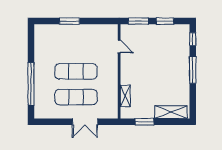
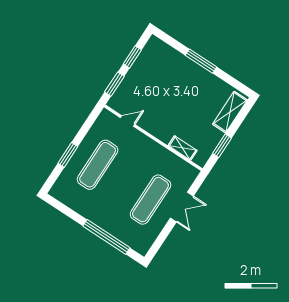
window: (193, 39) -> (170, 41), removed
exercise mat: (76, 71) -> (98, 165), moved

